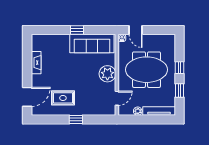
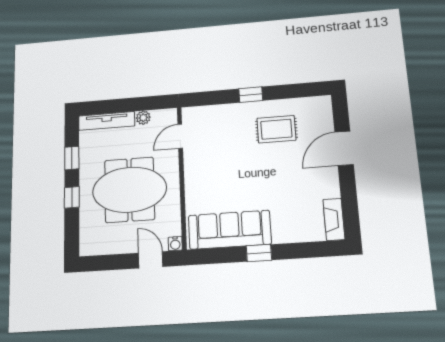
fireplace: (36, 63) -> (334, 219), moved
plant: (107, 74) -> (199, 177), removed
door: (27, 97) -> (344, 148), moved

